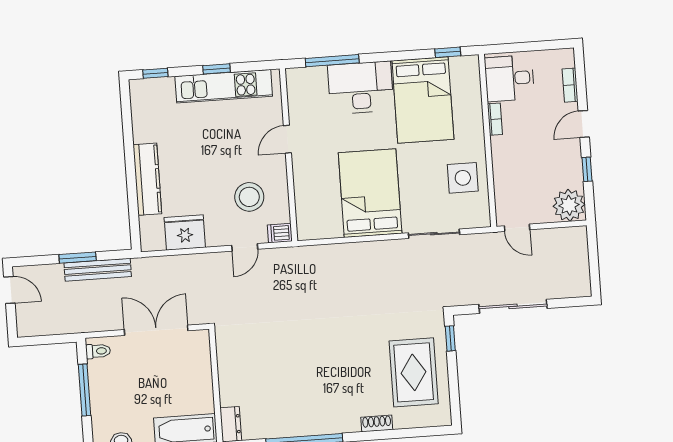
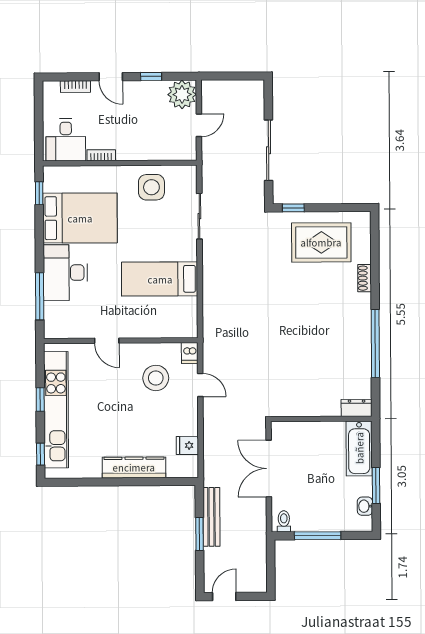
kitchen unit: (224, 86) -> (56, 410), width x1.36
bed: (370, 193) -> (160, 279), width x0.67
door: (517, 228) -> (199, 125), moved
fridge: (185, 232) -> (187, 445), width x0.53, depth x0.75

